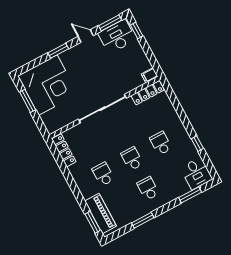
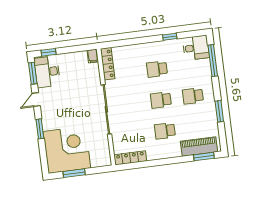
window: (190, 195) -> (213, 61), width x1.44

